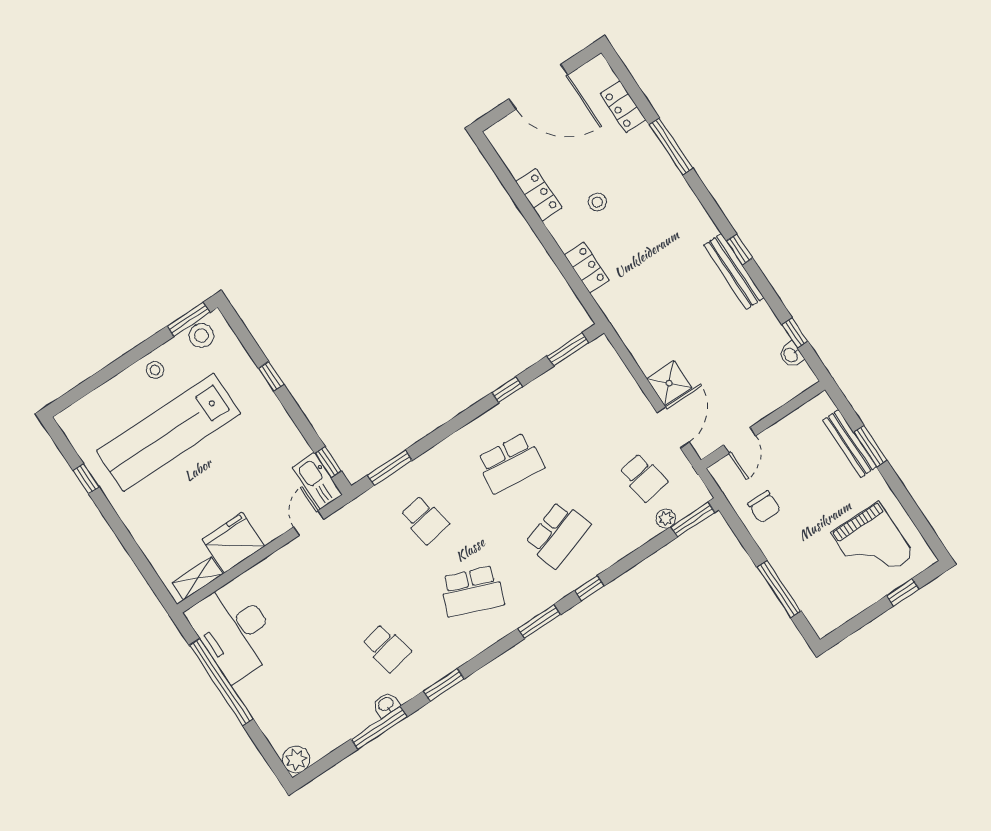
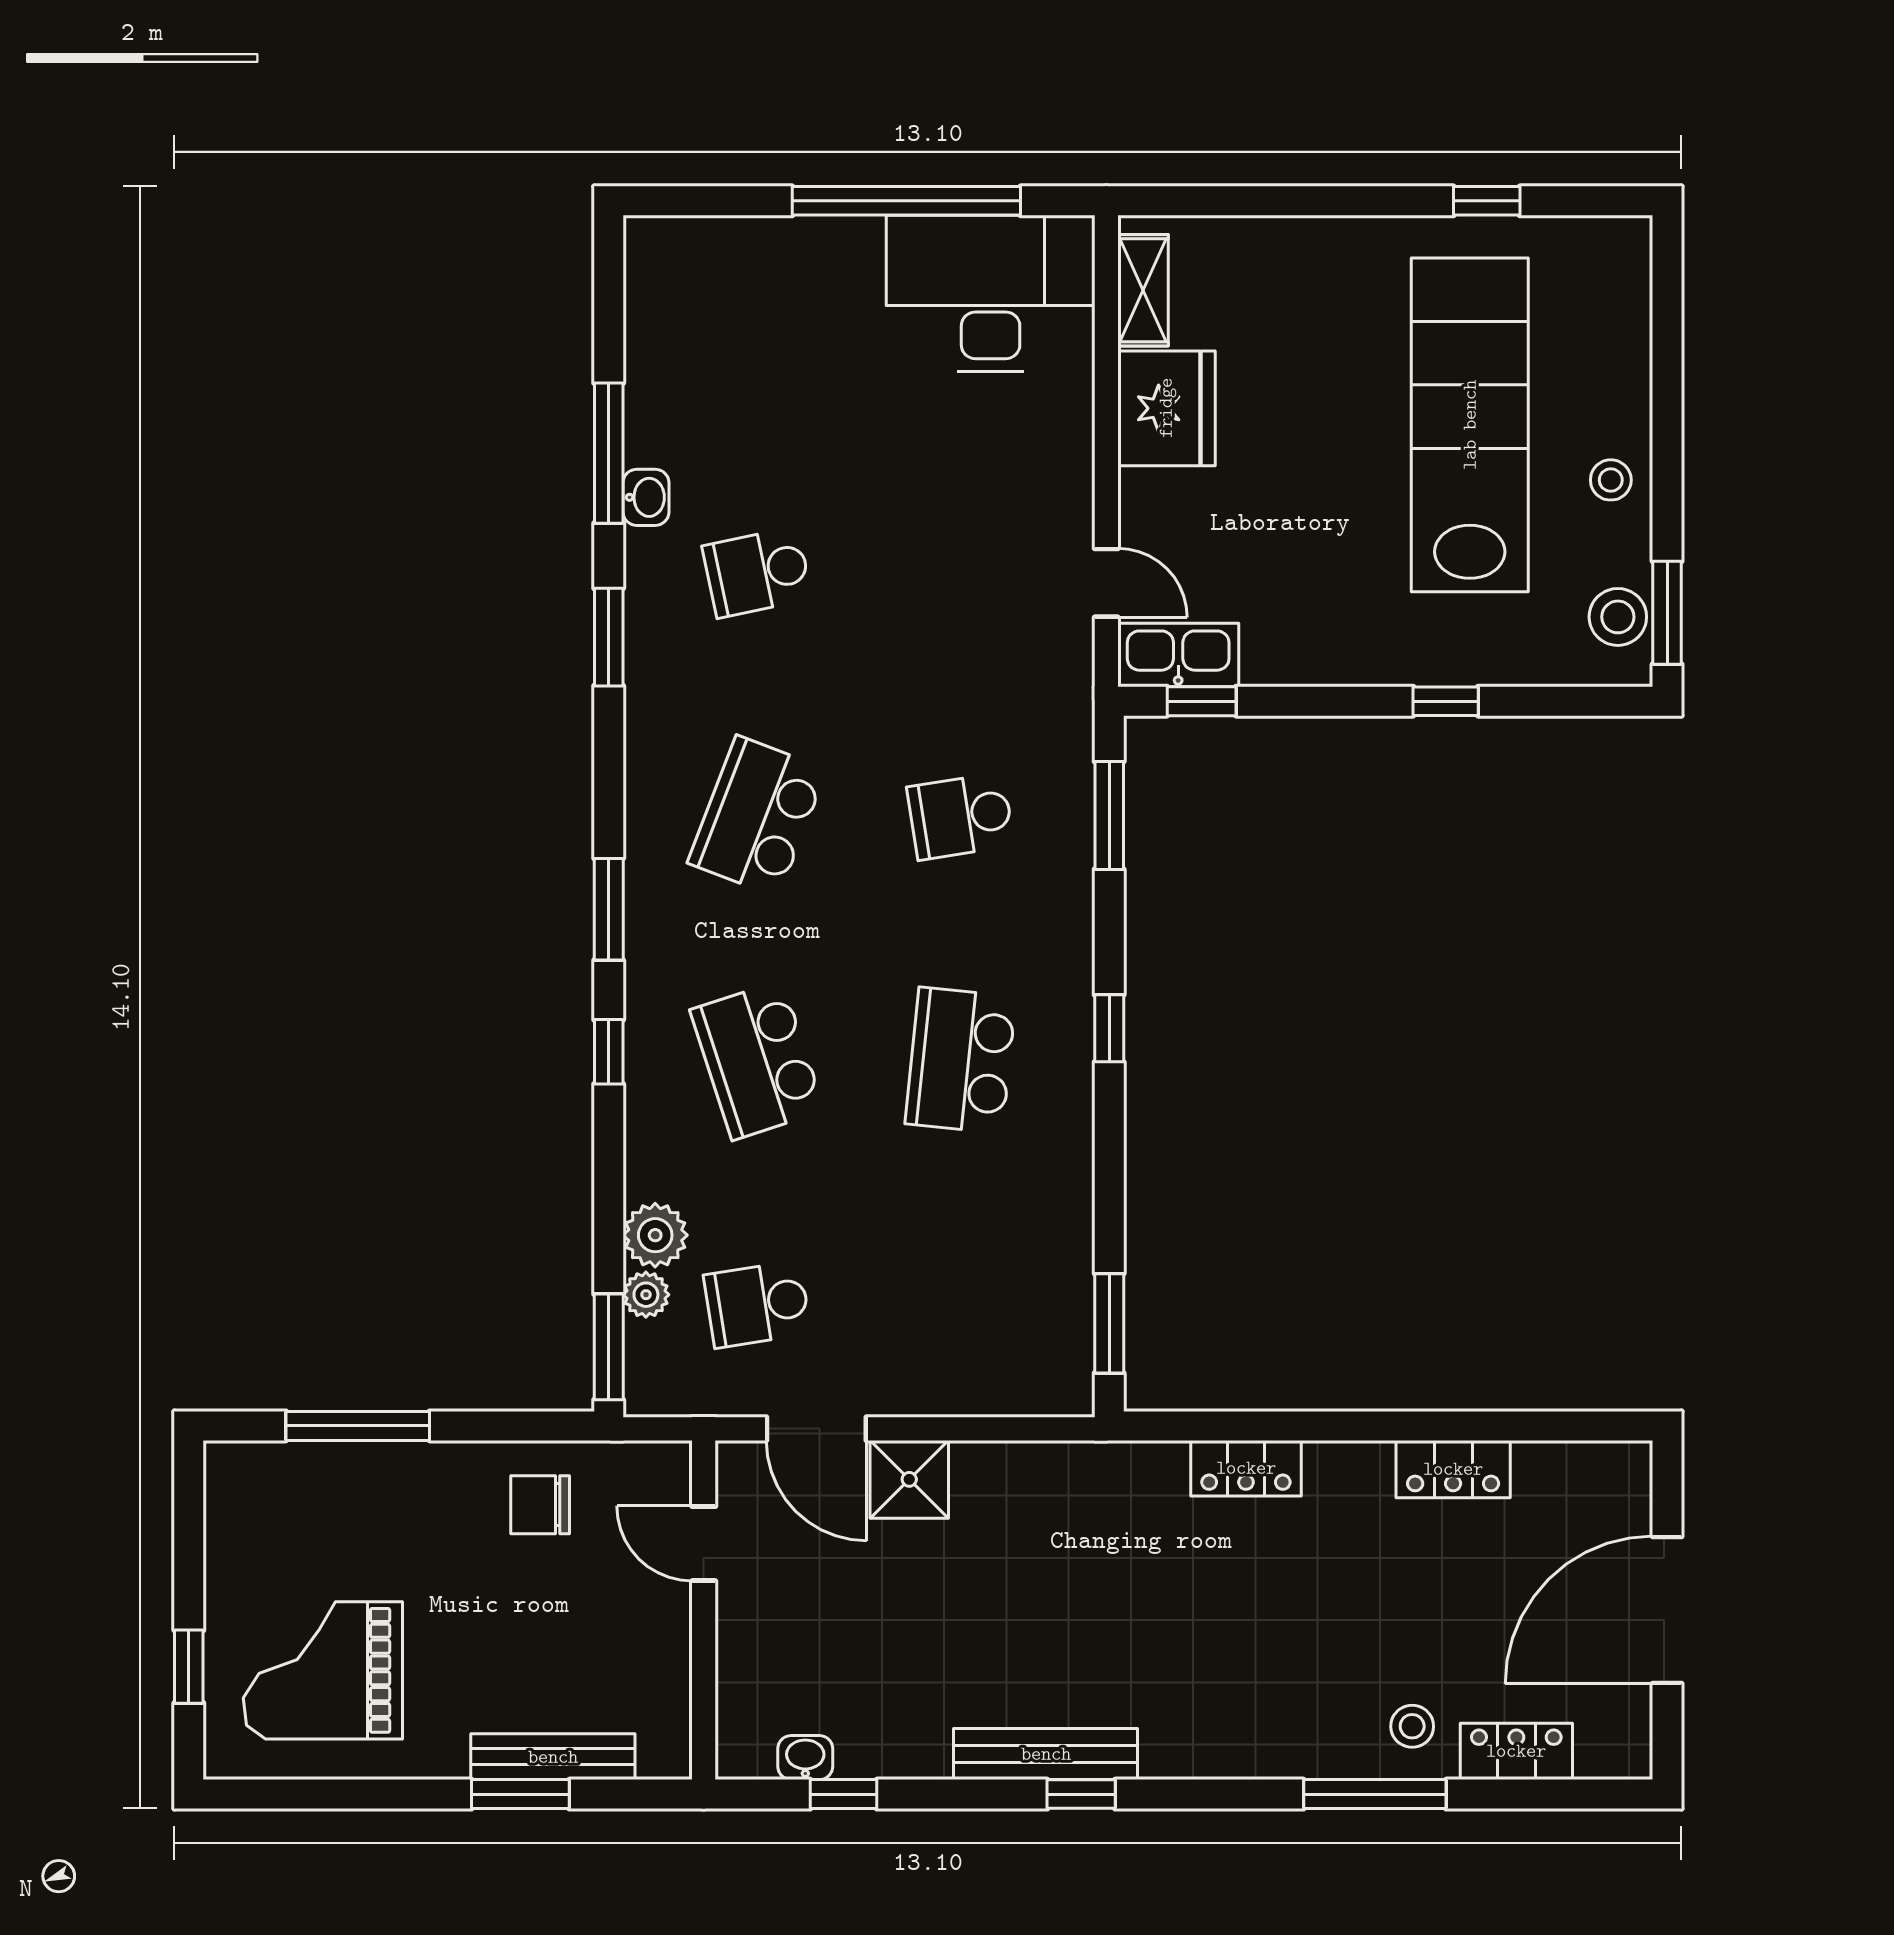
stool: (597, 202) -> (1412, 1726), moved
window: (507, 390) -> (1109, 1028), moved
plant: (296, 760) -> (655, 1235), moved

